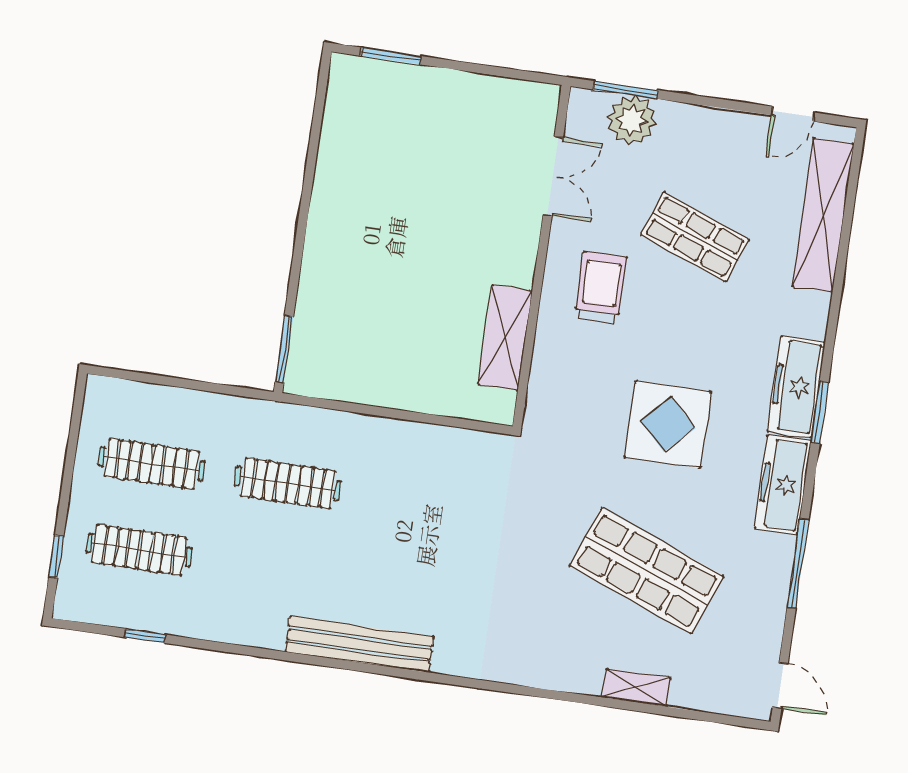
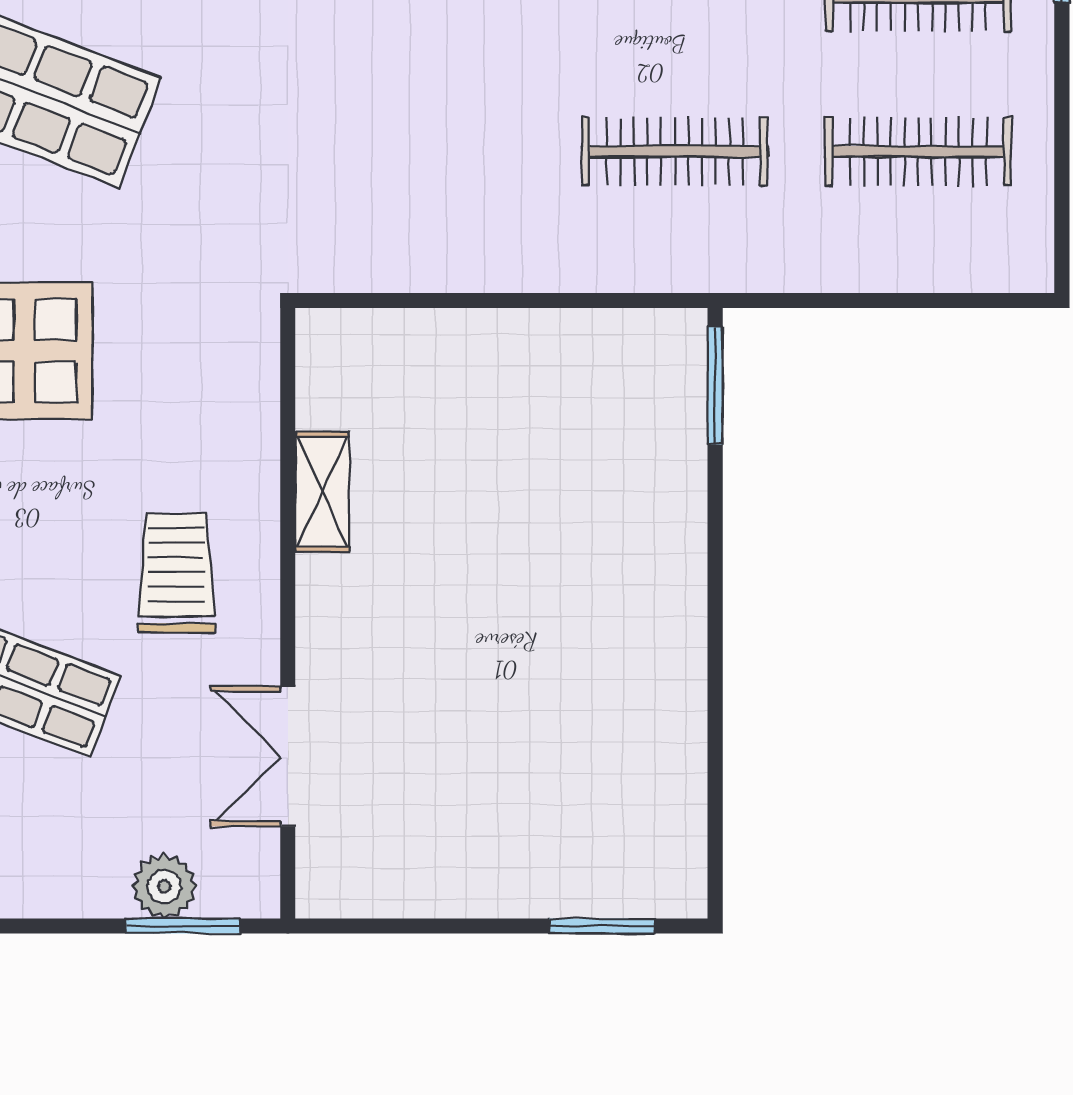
plant: (632, 120) -> (164, 886), width x0.73, depth x0.73
trolley: (601, 288) -> (176, 573), turned 180
shelving: (505, 337) -> (322, 492), width x0.67, depth x0.75

